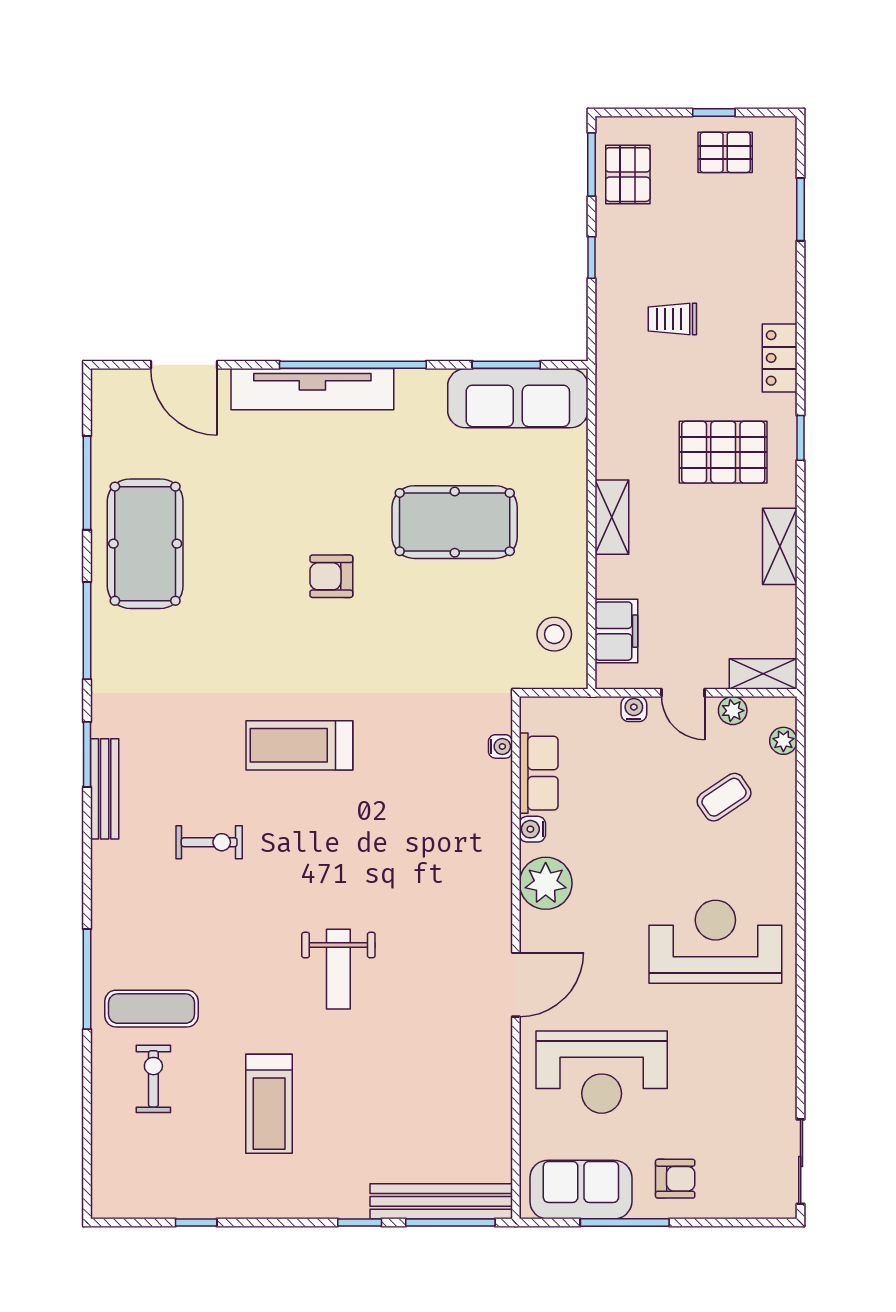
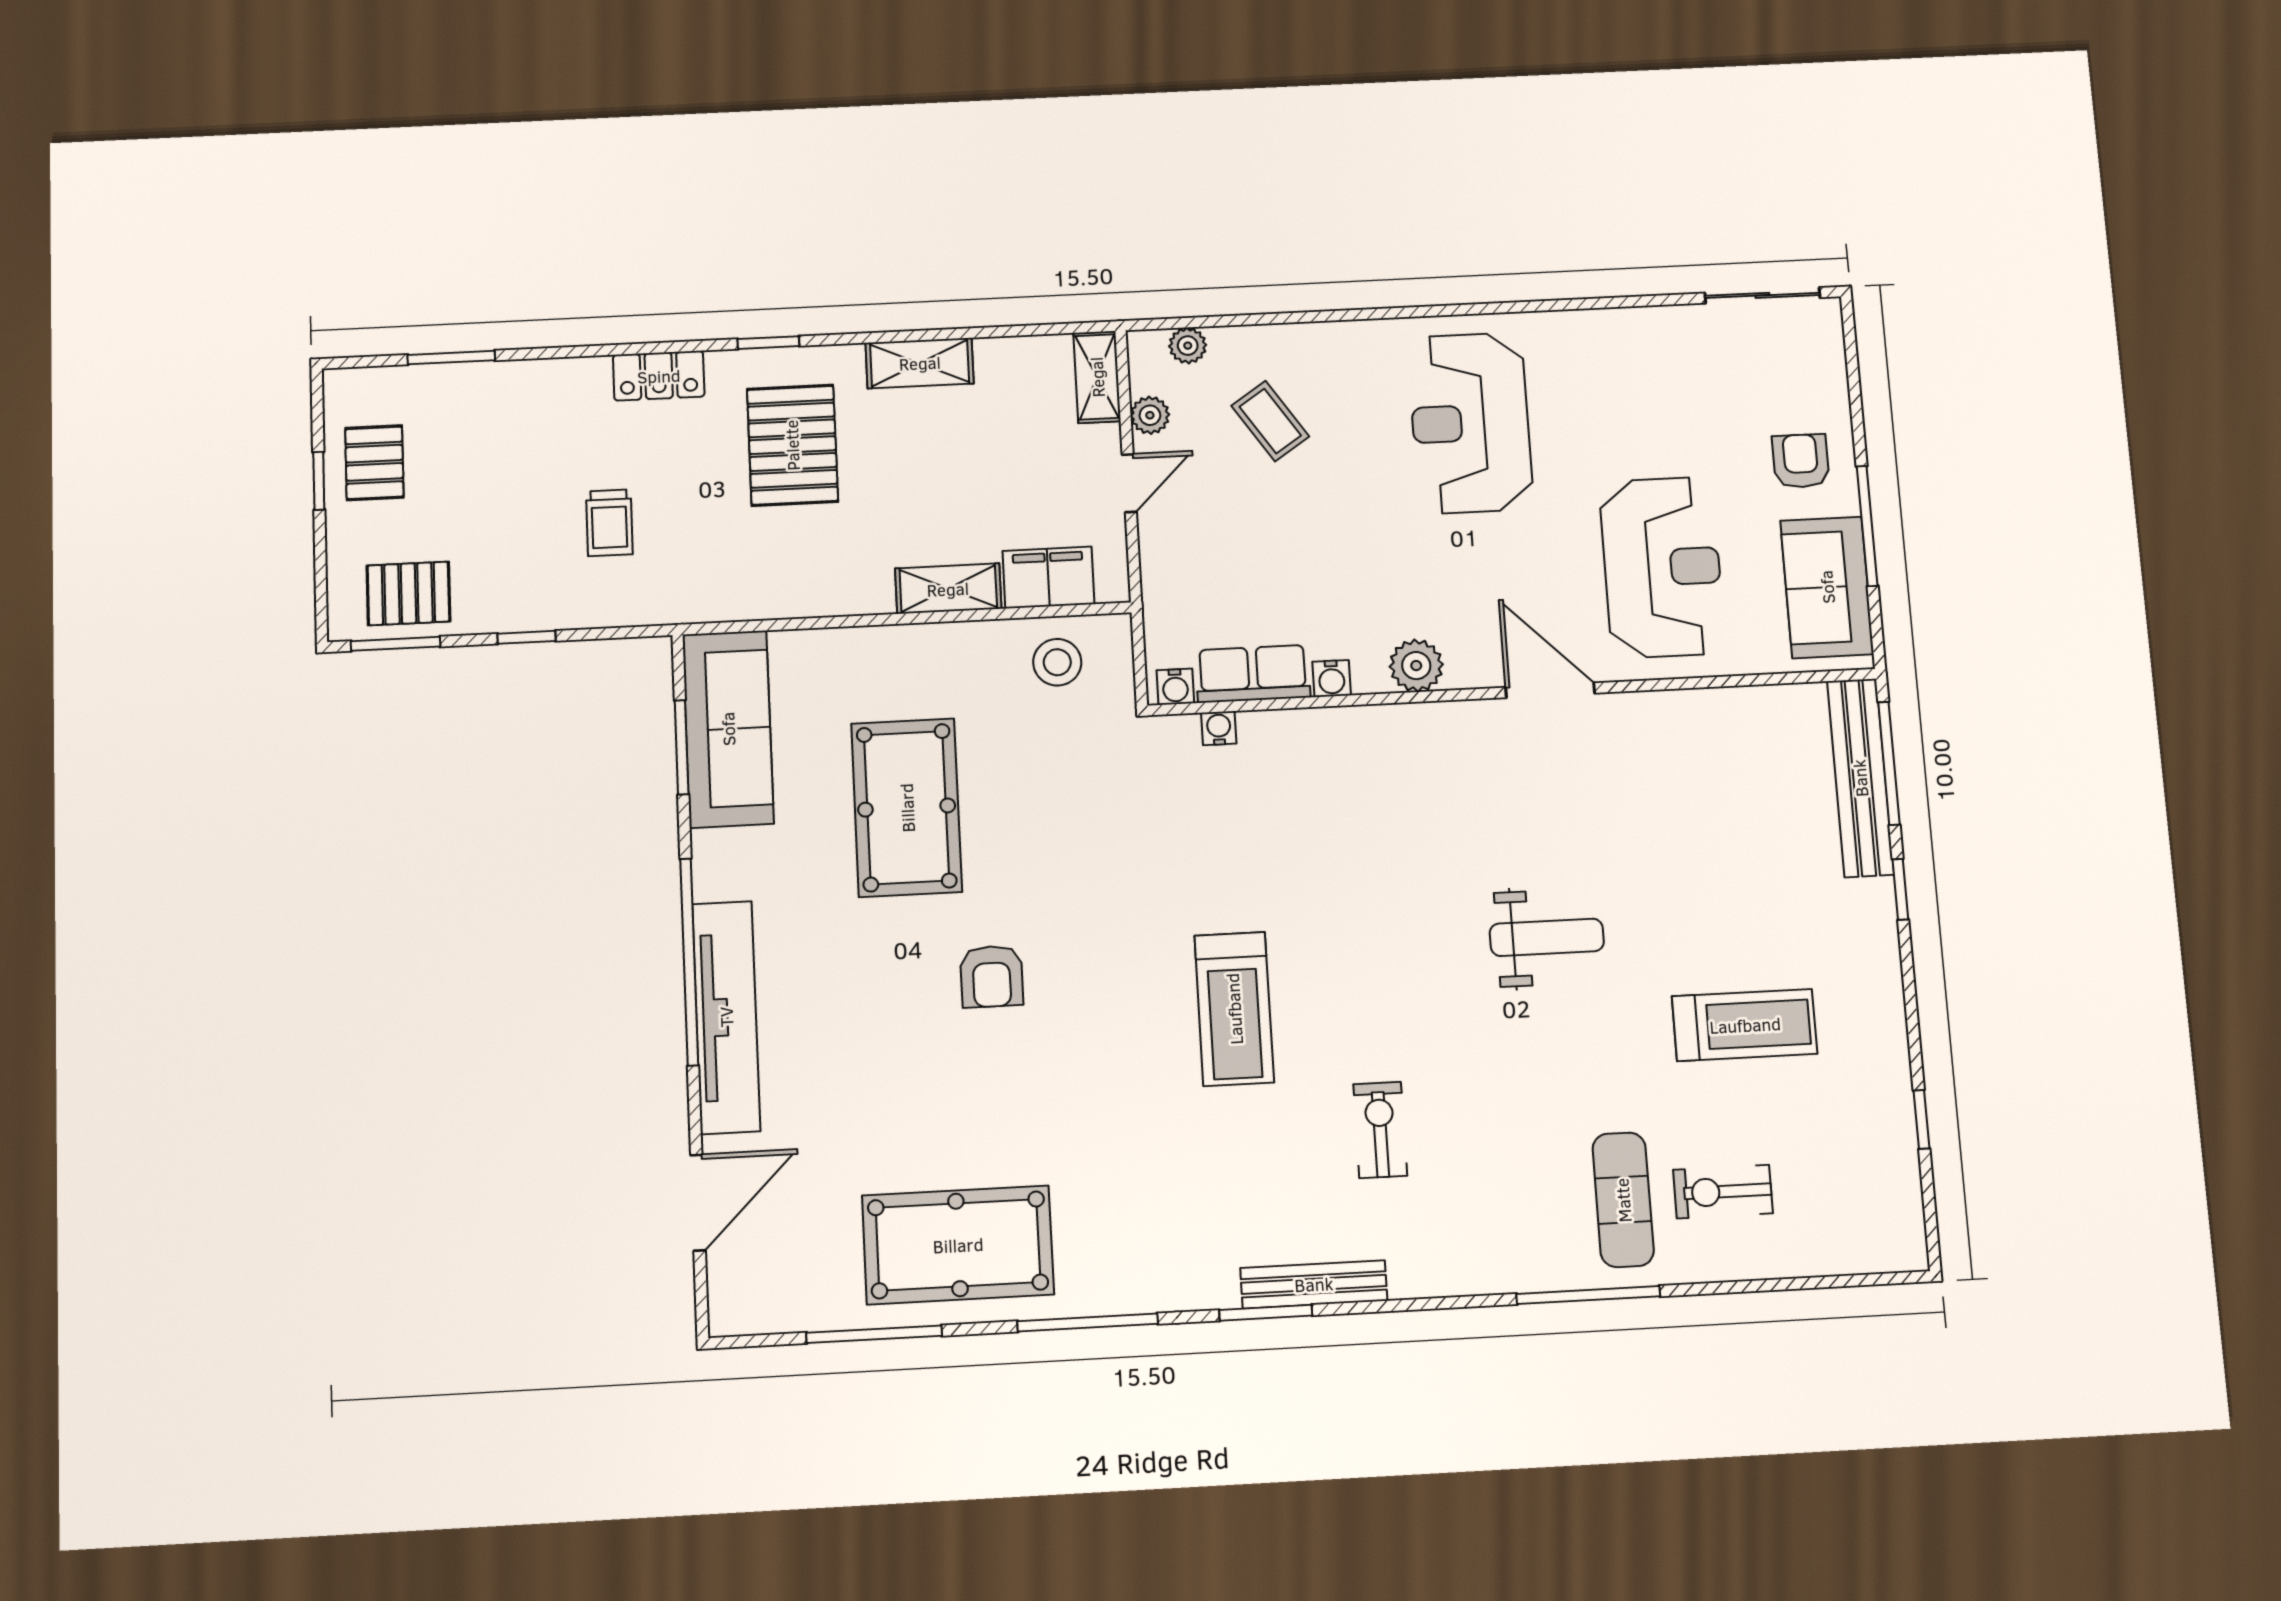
shelving: (612, 517) -> (948, 589), moved
water cooler: (634, 709) -> (1175, 687), moved, turned -90
plant: (546, 883) -> (1416, 666), width x0.73, depth x0.73

